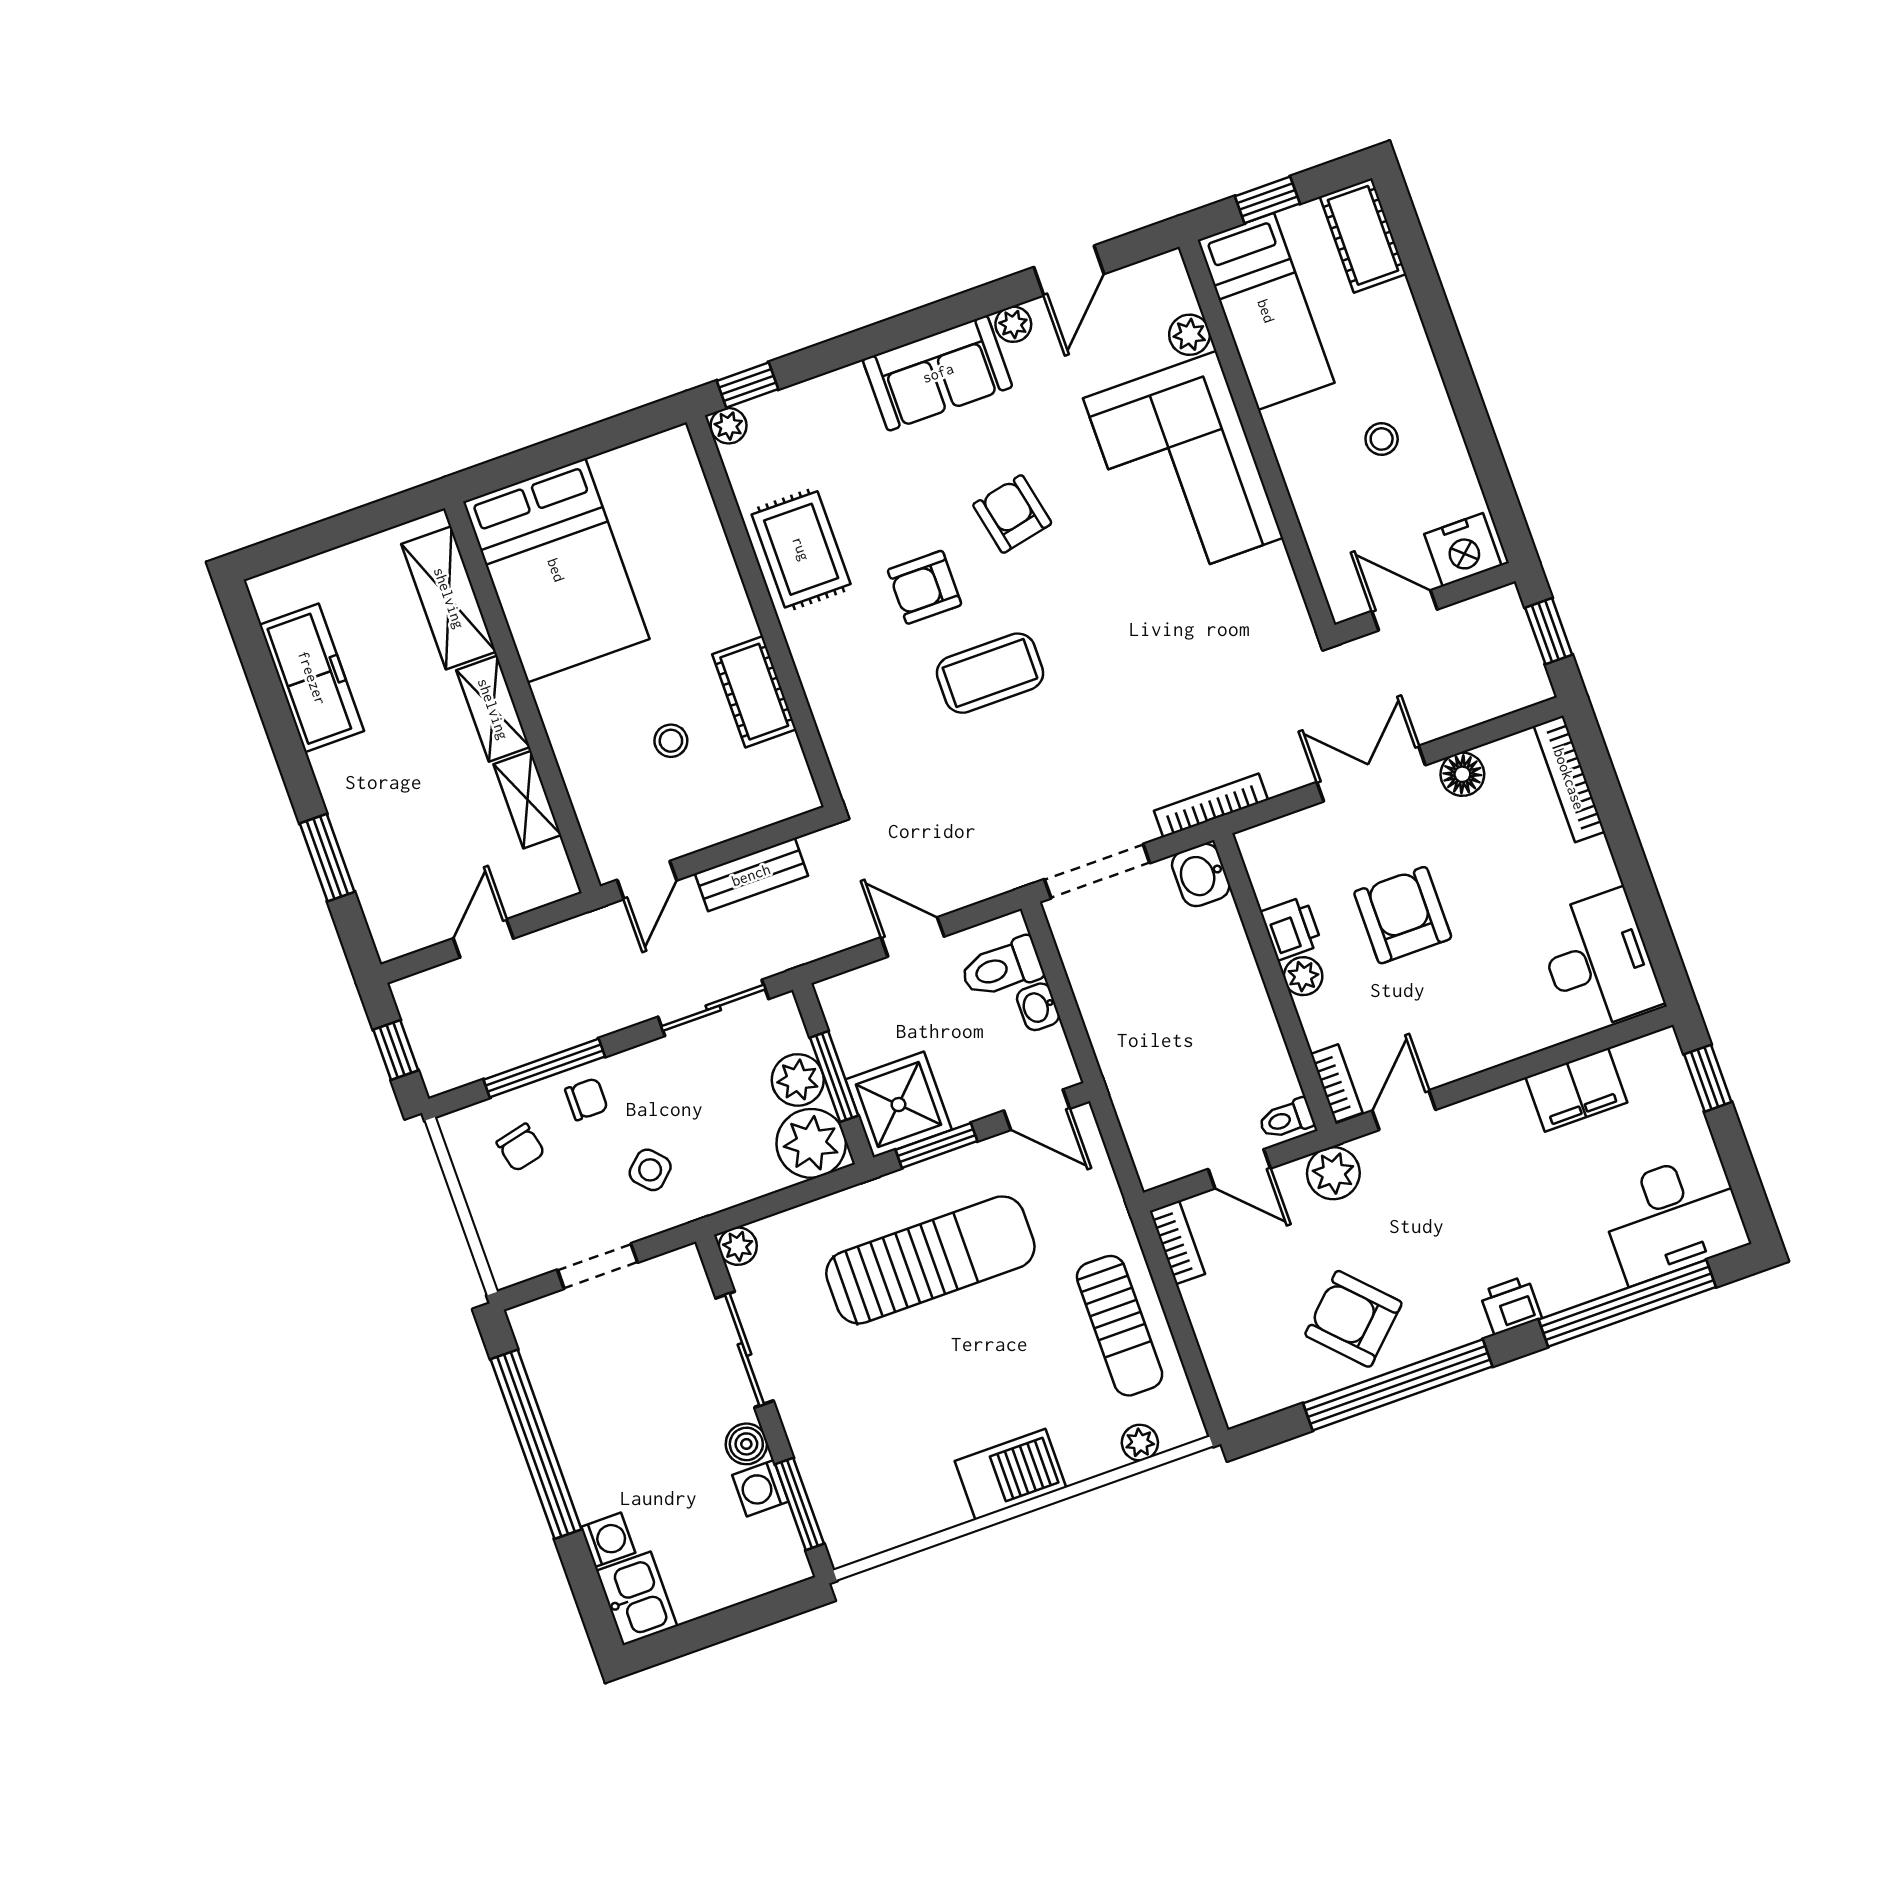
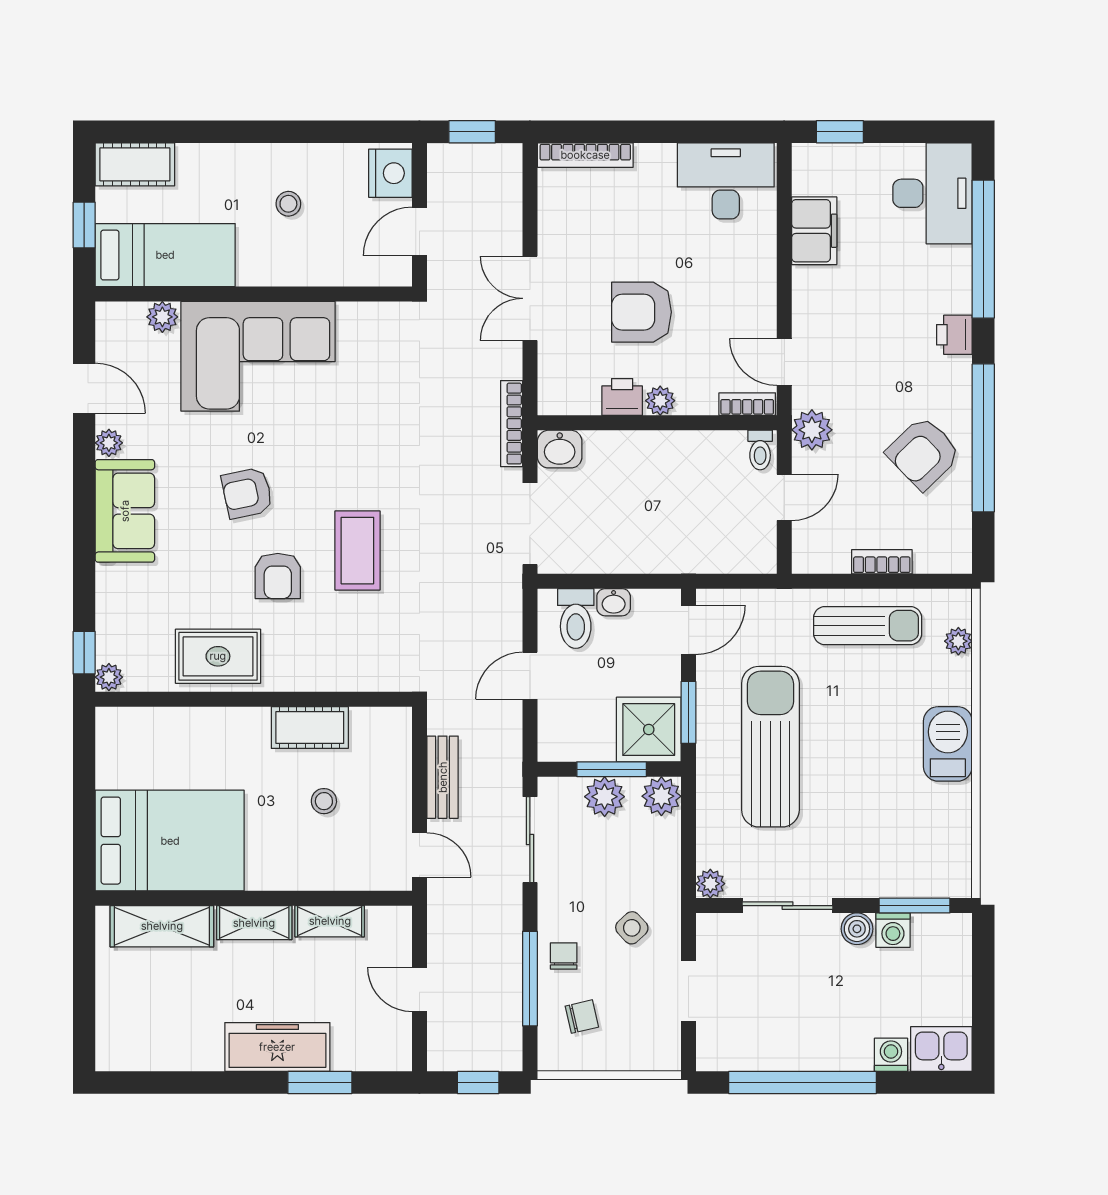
freezer: (312, 678) -> (277, 1047), moved
floor lamp: (1462, 774) -> (554, 232), removed
plant: (811, 1143) -> (661, 796), width x0.73, depth x0.73
bookcase: (1177, 1242) -> (882, 562), moved

